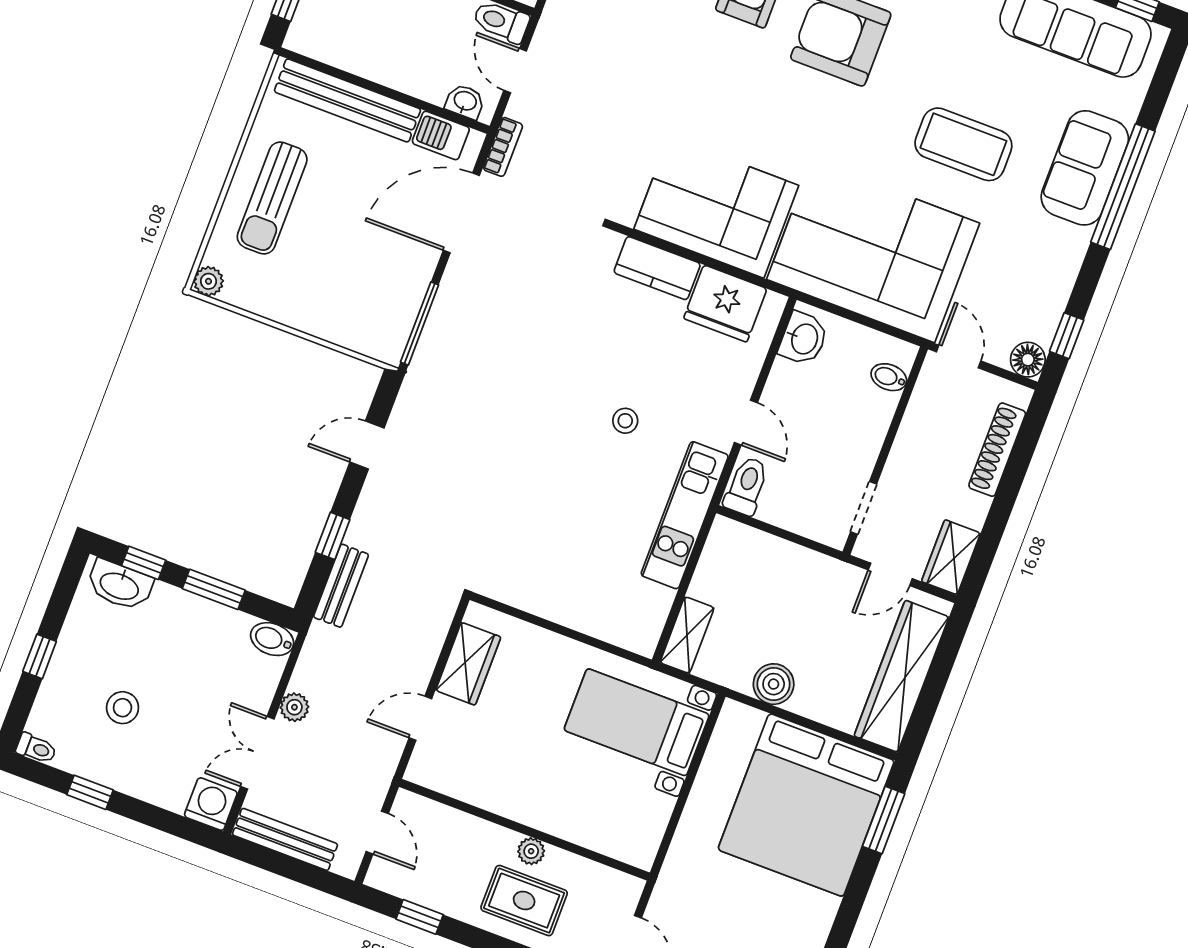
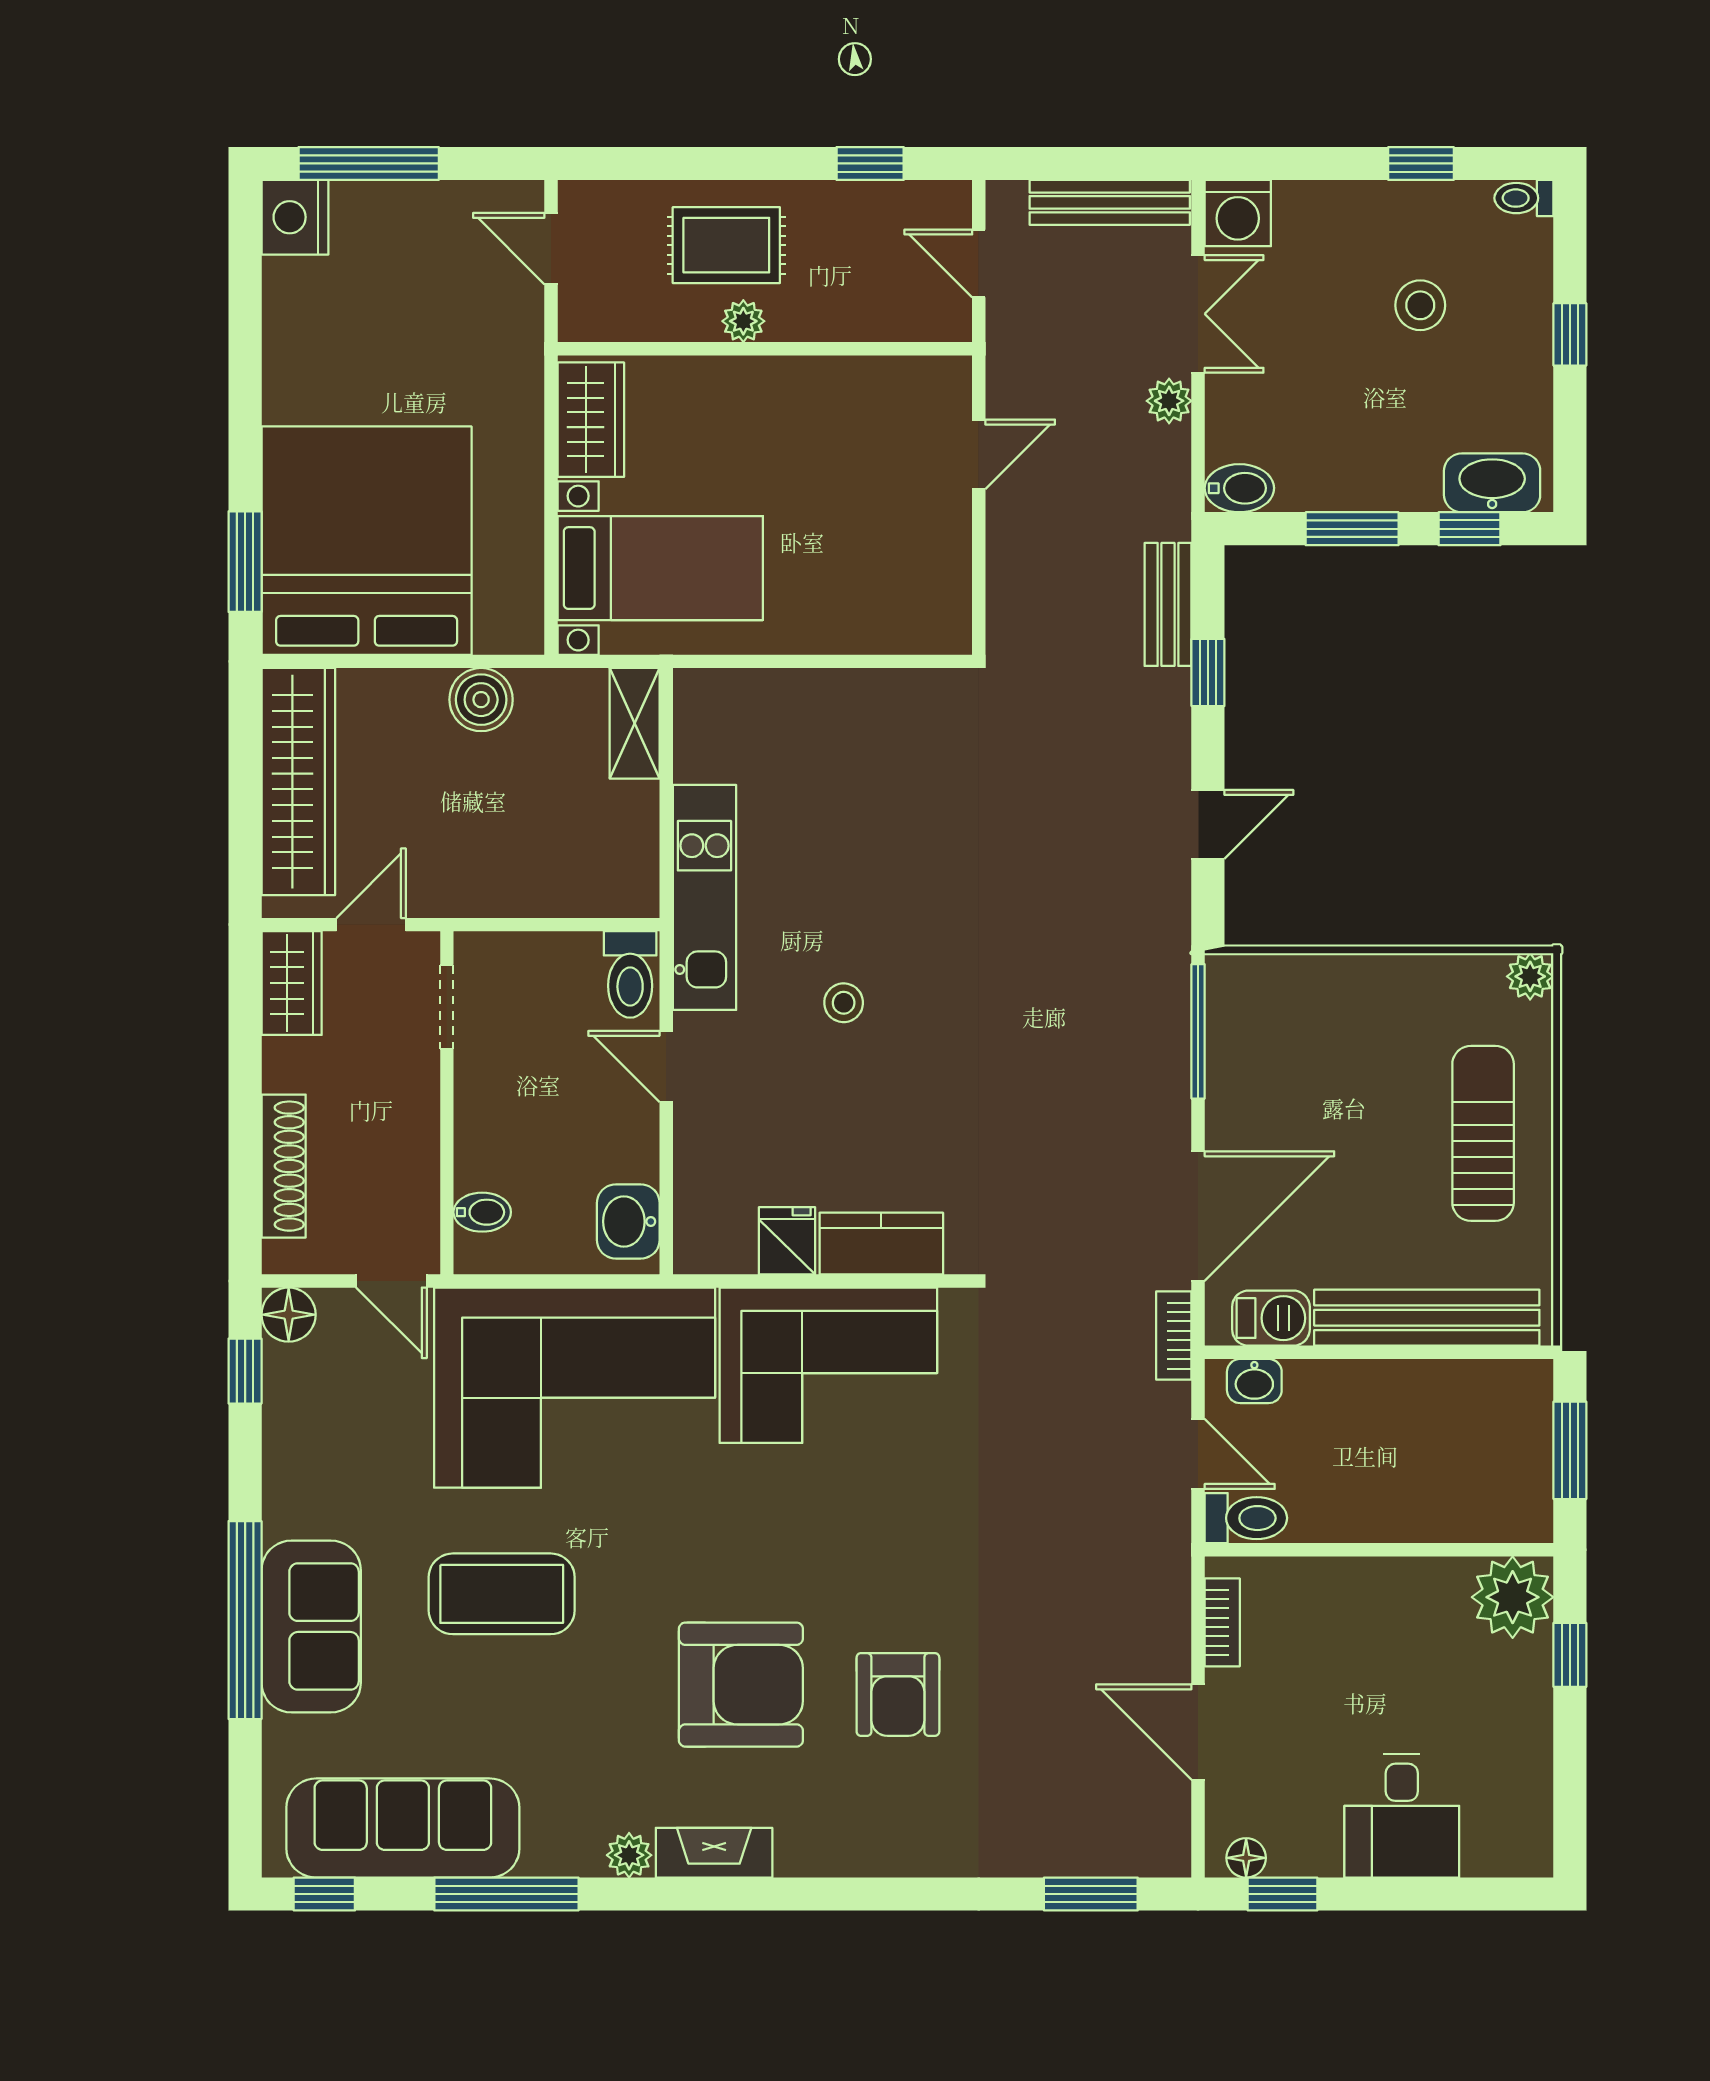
fridge: (725, 304) -> (787, 1241), width x0.53, depth x0.75
wardrobe: (468, 664) -> (591, 420), moved, turned 180

